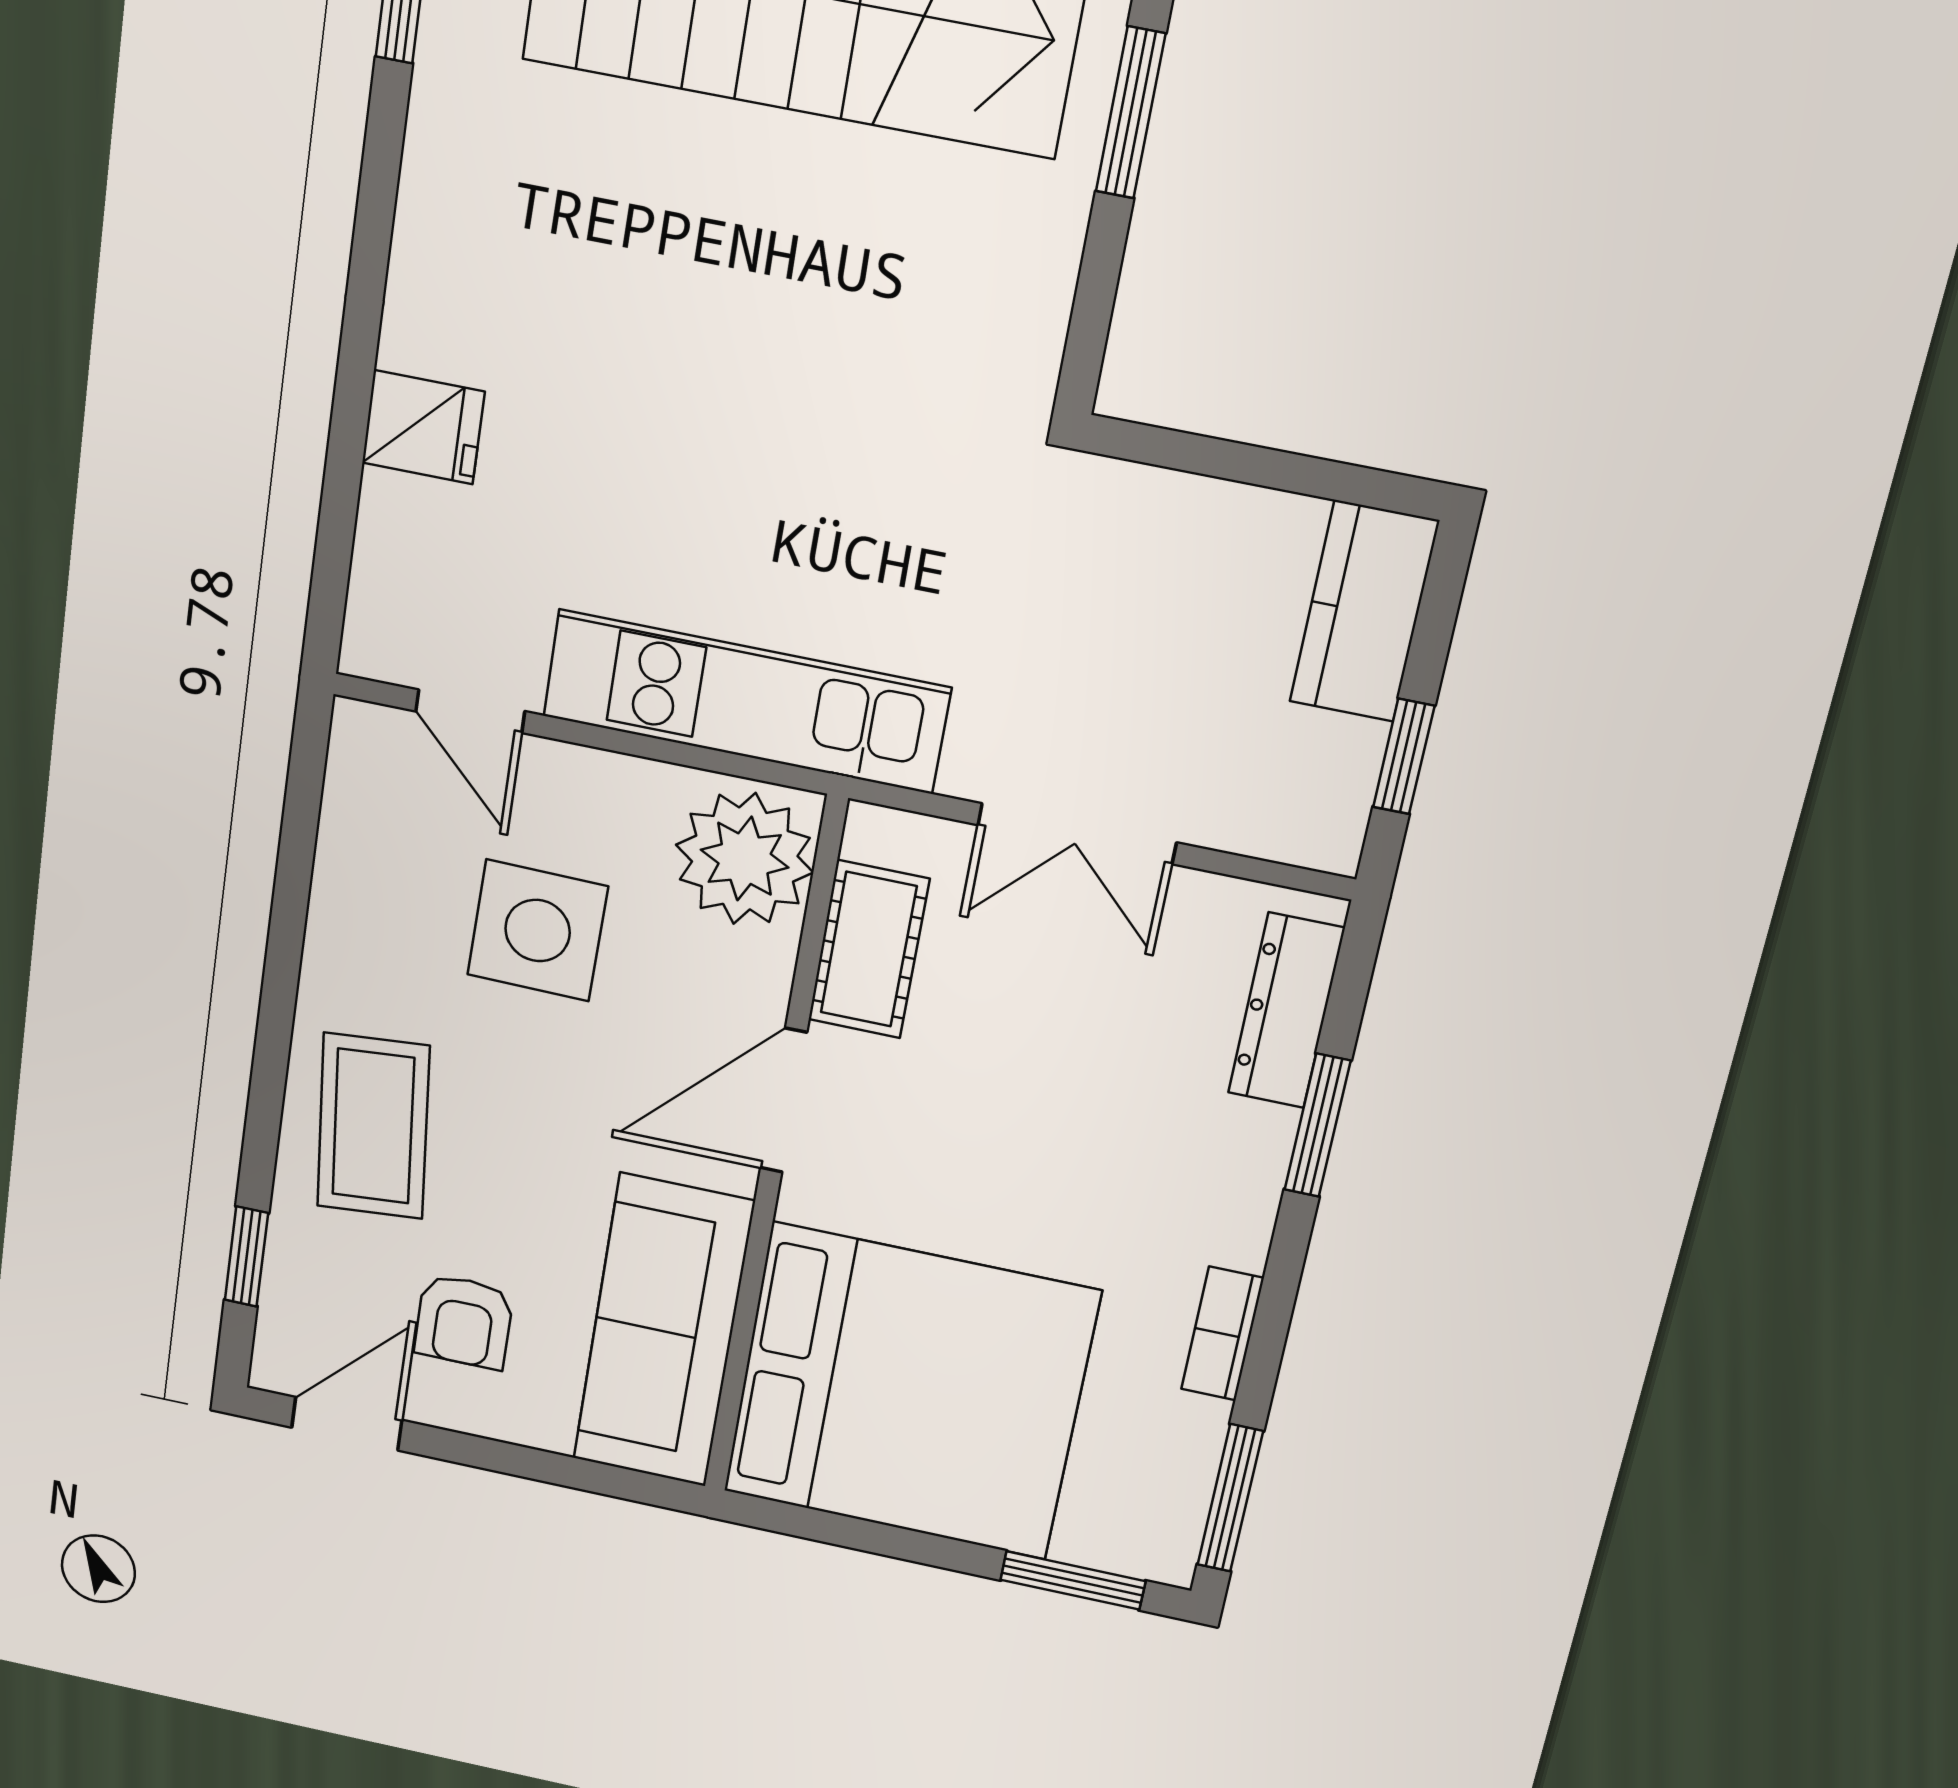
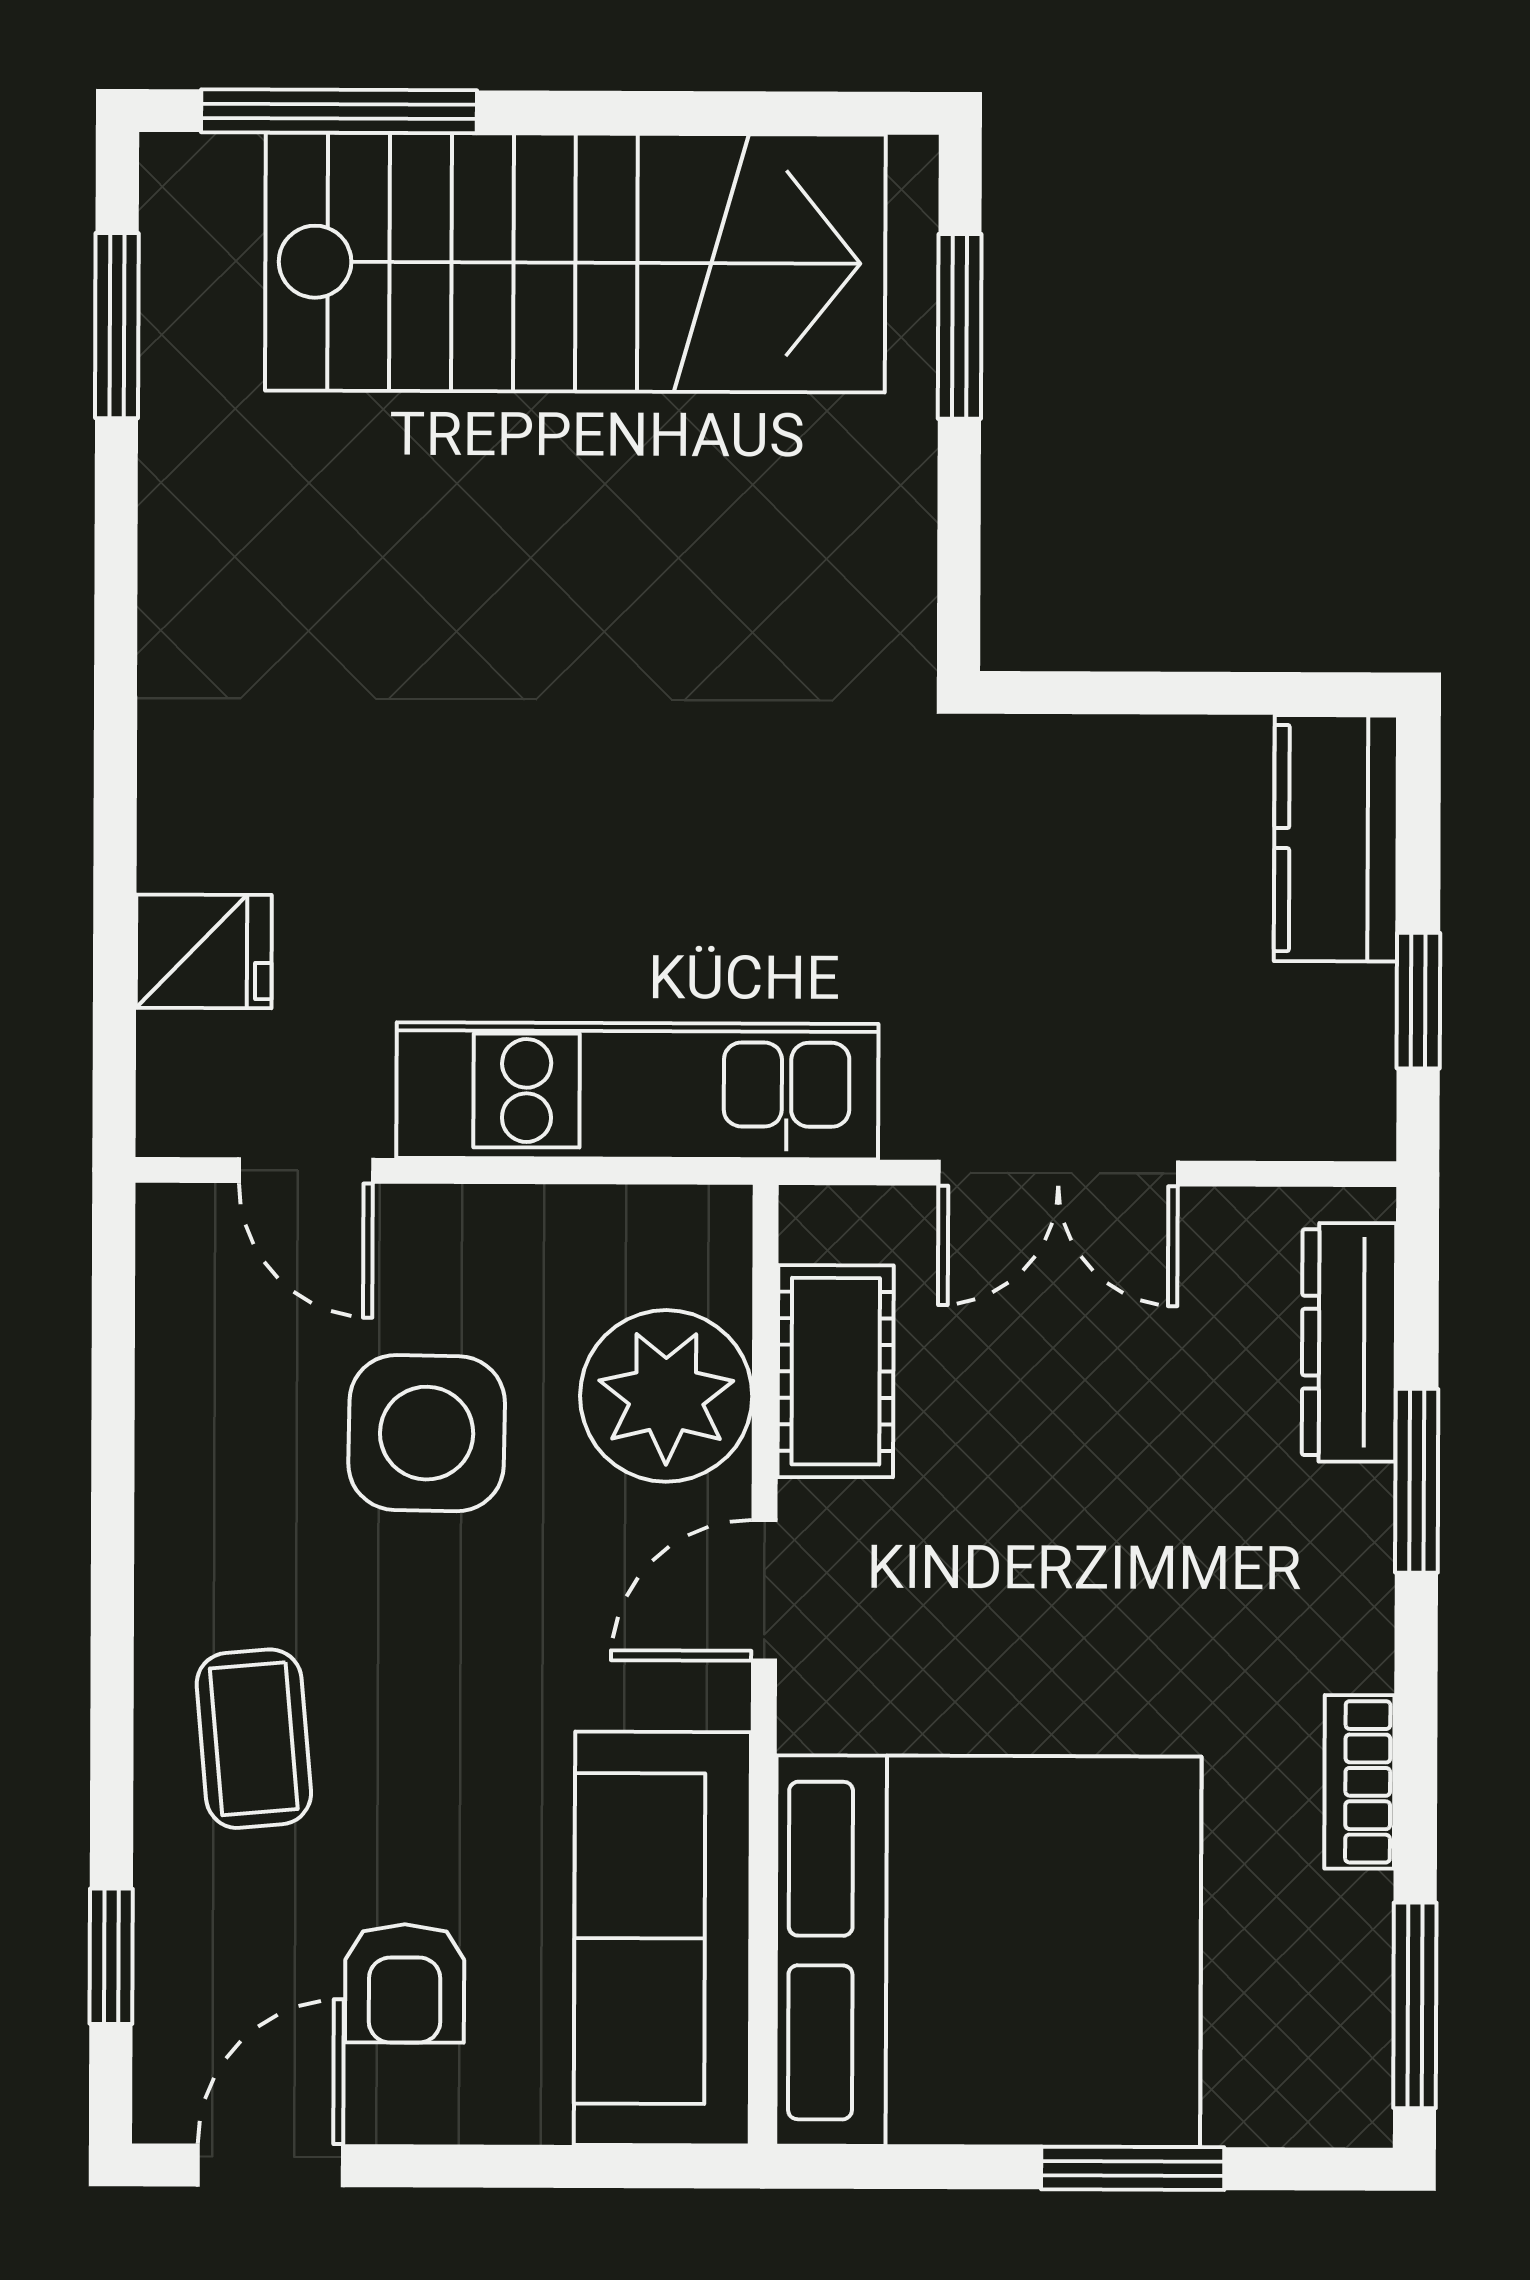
fridge: (423, 427) -> (204, 951), moved
plant: (745, 859) -> (666, 1396), moved
door: (784, 1100) -> (764, 1590), width x0.73
coffee table: (373, 1126) -> (254, 1739), width x0.73, depth x0.77
window: (1073, 1580) -> (1133, 2168), moved

